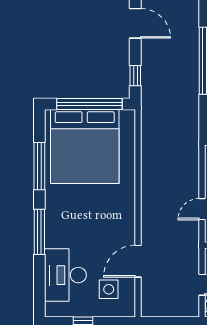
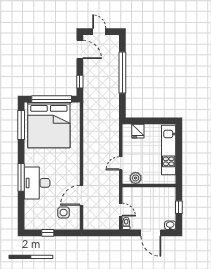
window: (39, 166) -> (21, 125), moved
desk: (65, 275) -> (37, 183), moved

